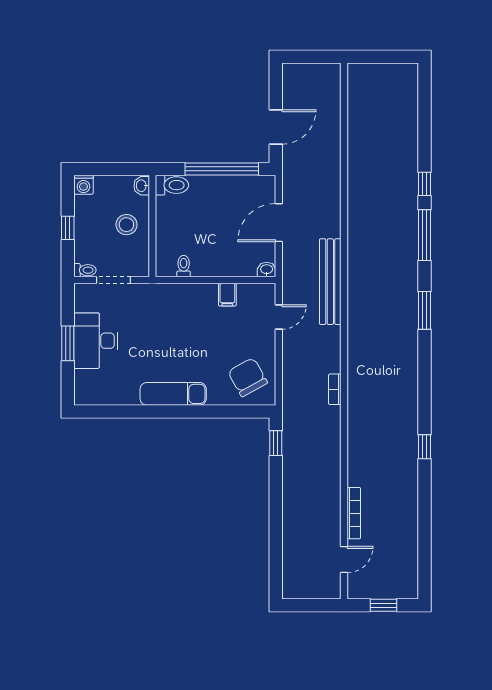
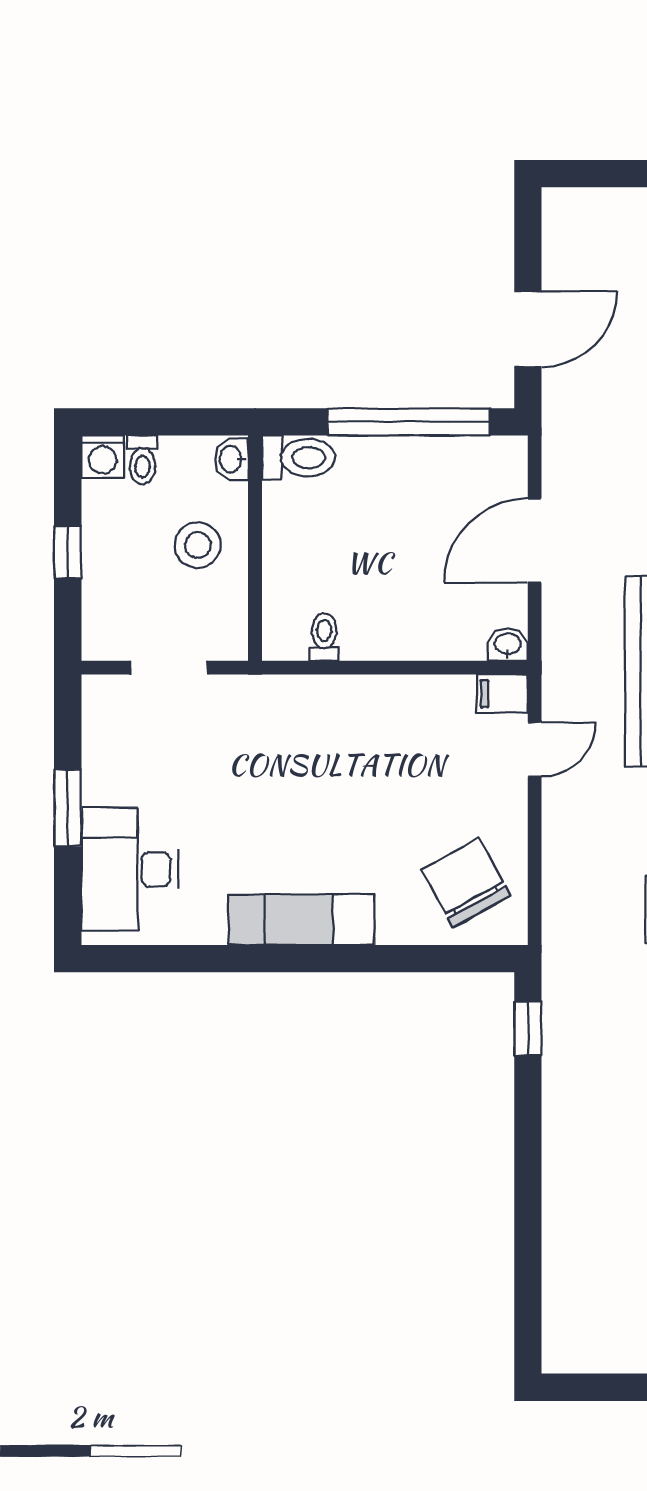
toilet: (85, 270) -> (142, 460), moved, turned 90
filing cabinet: (227, 295) -> (502, 694), moved, turned 90
desk: (96, 341) -> (130, 869), moved

